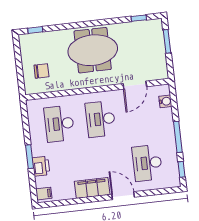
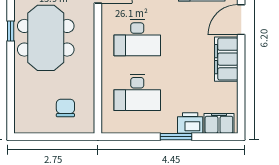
window: (35, 30) -> (11, 31), moved
filing cabinet: (44, 194) -> (219, 123), width x2.00

